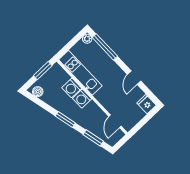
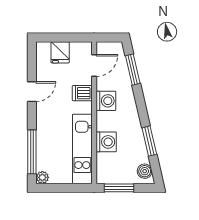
washing machine: (82, 99) -> (106, 101), moved
dishwasher: (108, 101) -> (82, 93), added
fridge: (147, 104) -> (60, 52), moved
window: (65, 119) -> (149, 141), moved

